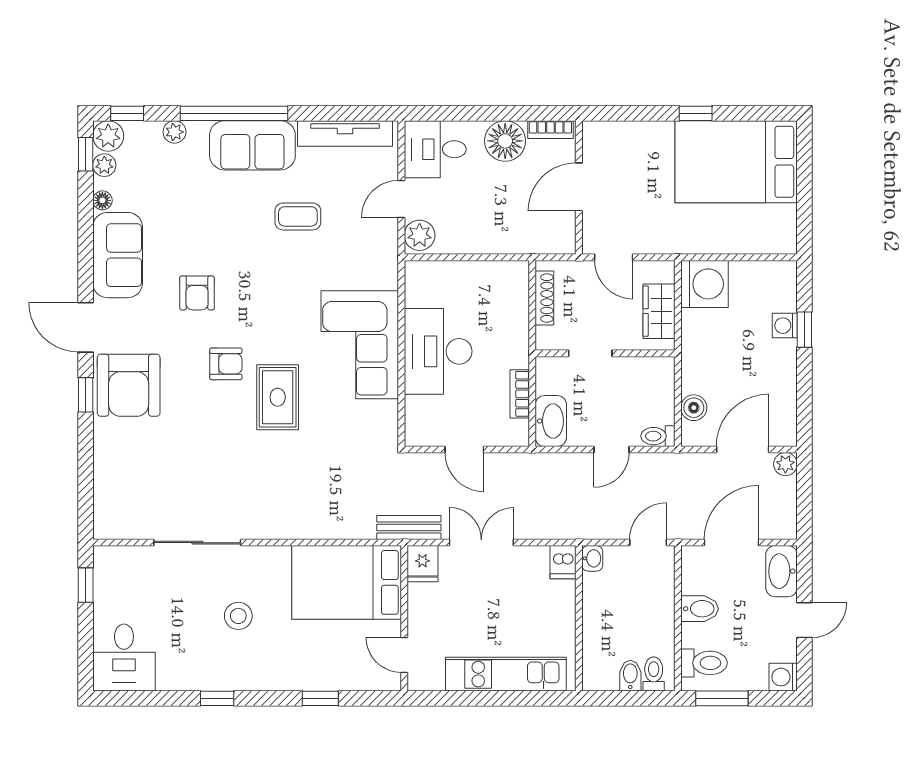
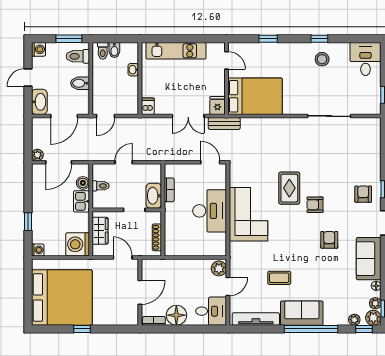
plant: (174, 132) -> (354, 320), moved
bed: (736, 162) -> (62, 297), width x1.36
washing machine: (785, 326) -> (38, 250), moved
kitchen sink: (697, 371) -> (81, 201), added
armchair: (129, 385) -> (363, 194), width x0.53, depth x0.53
washbasin: (551, 421) -> (154, 196), moved
toilet: (658, 436) -> (101, 186), moved
door: (464, 449) -> (210, 162), moved
washbasin: (592, 558) -> (133, 70), moved
stool: (238, 616) -> (322, 59), moved

